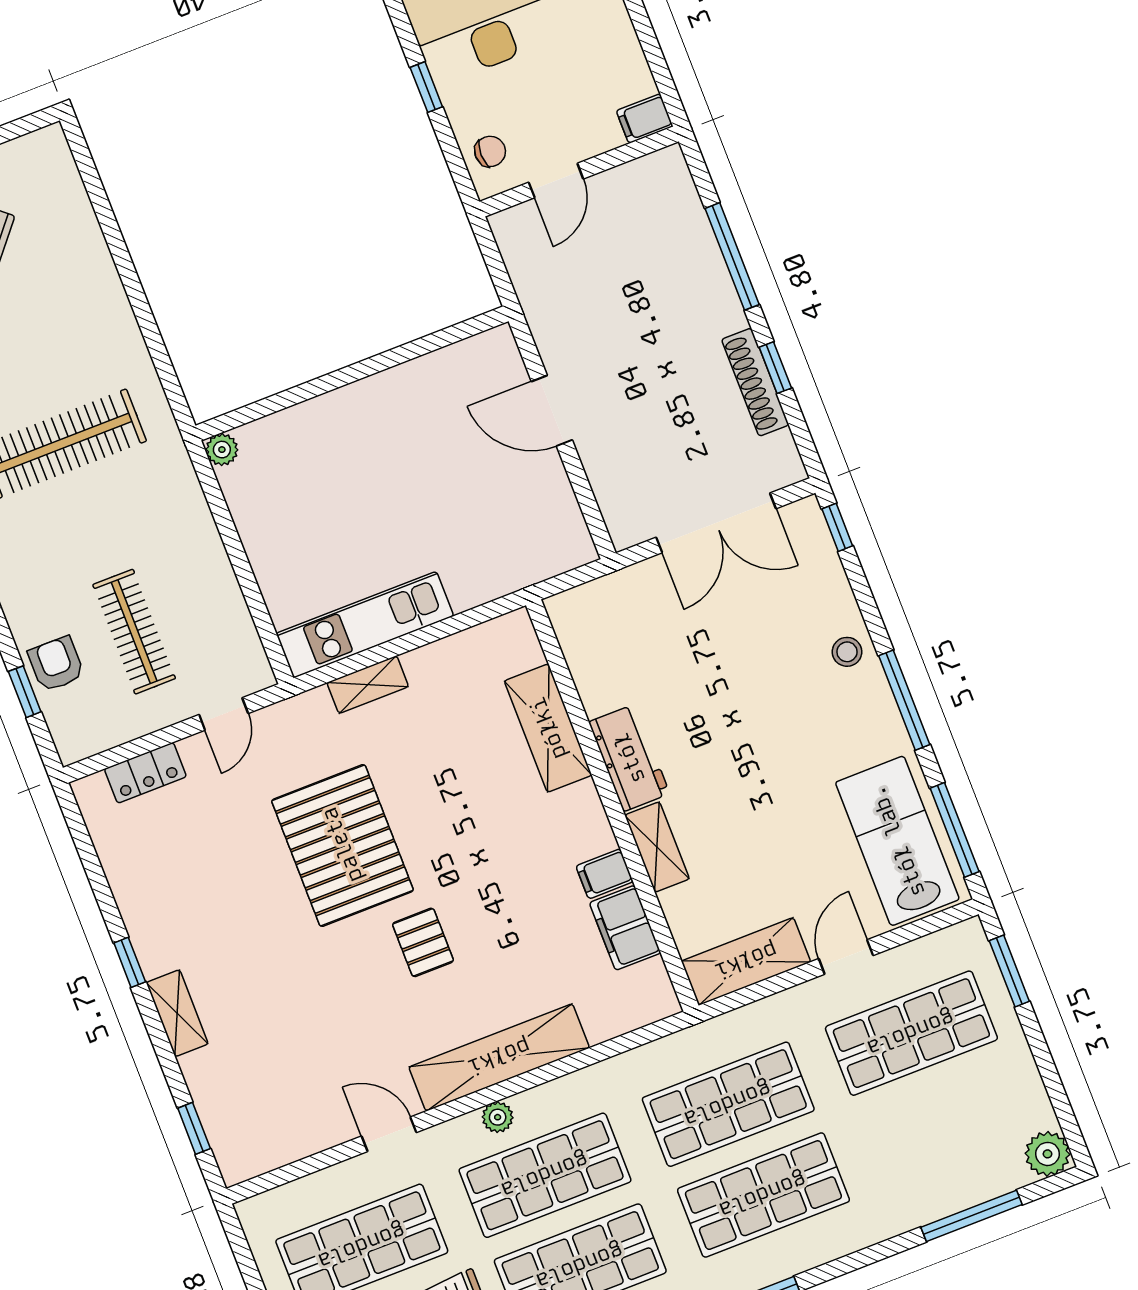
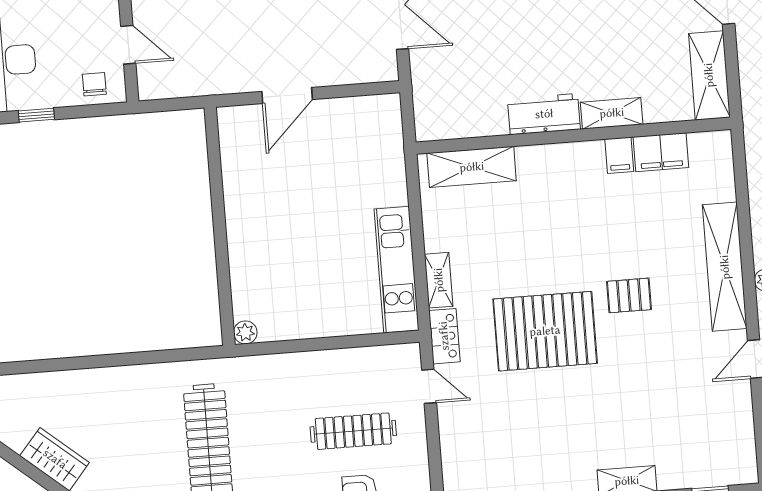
shelving: (548, 728) -> (472, 167), moved
locker: (145, 773) -> (444, 336), moved

